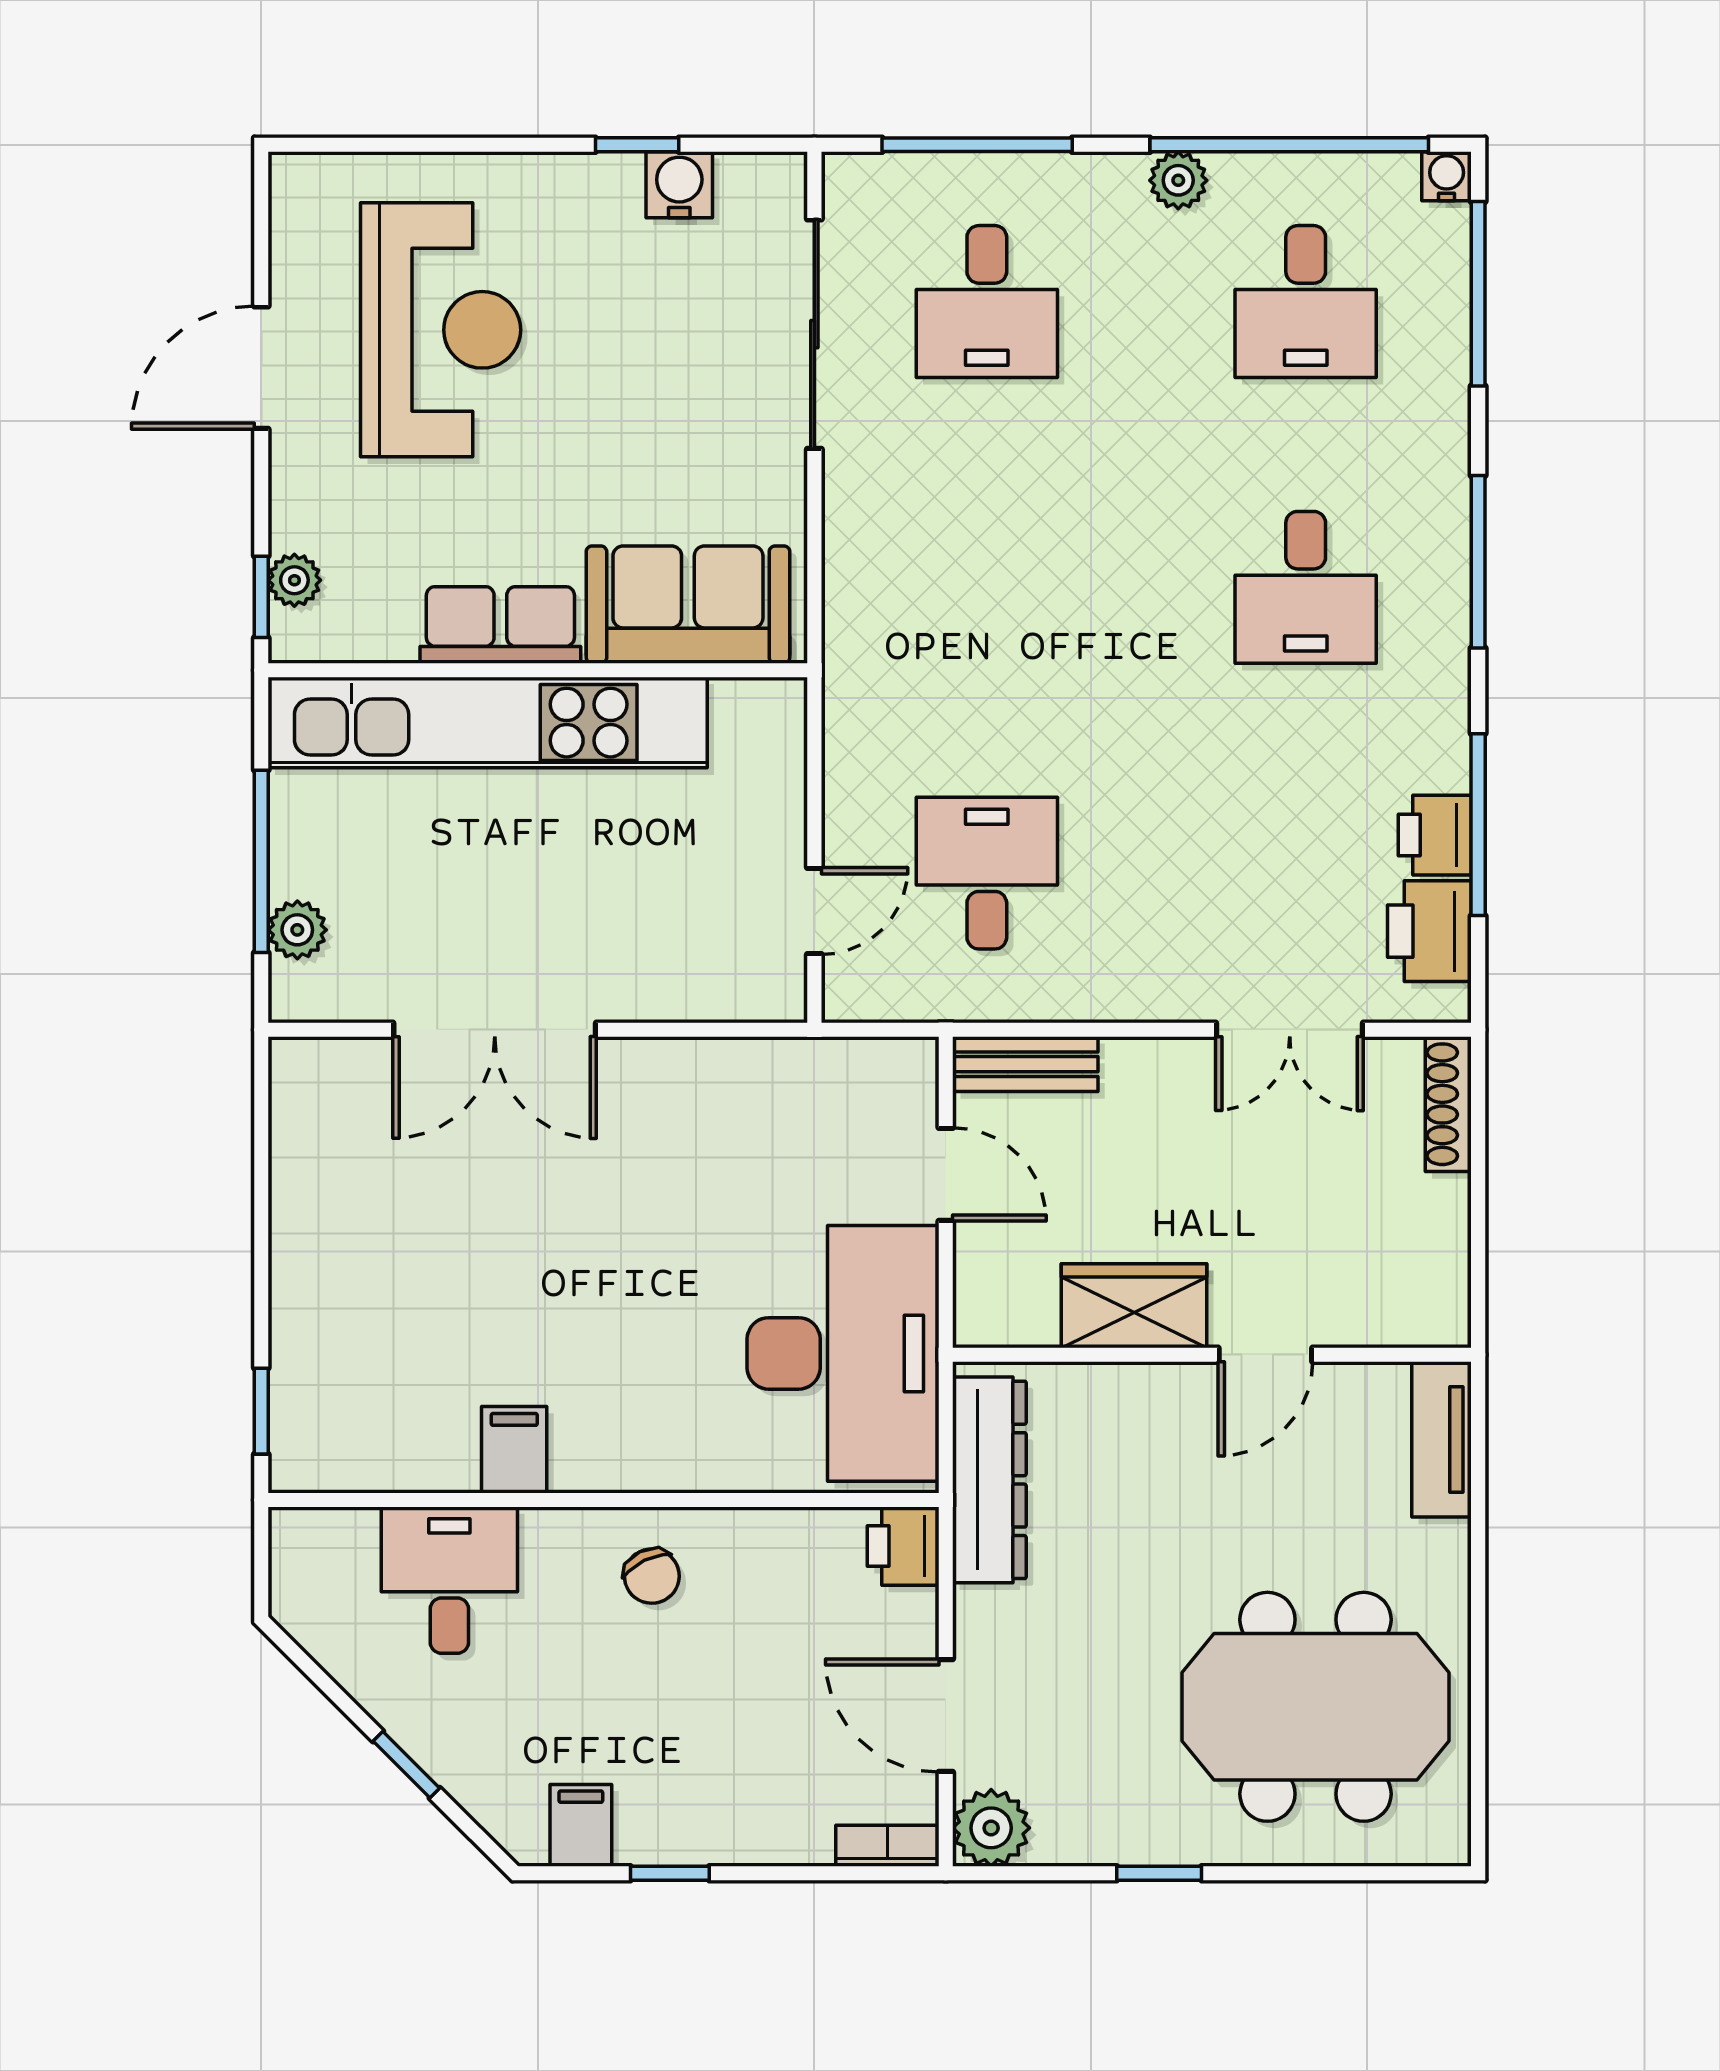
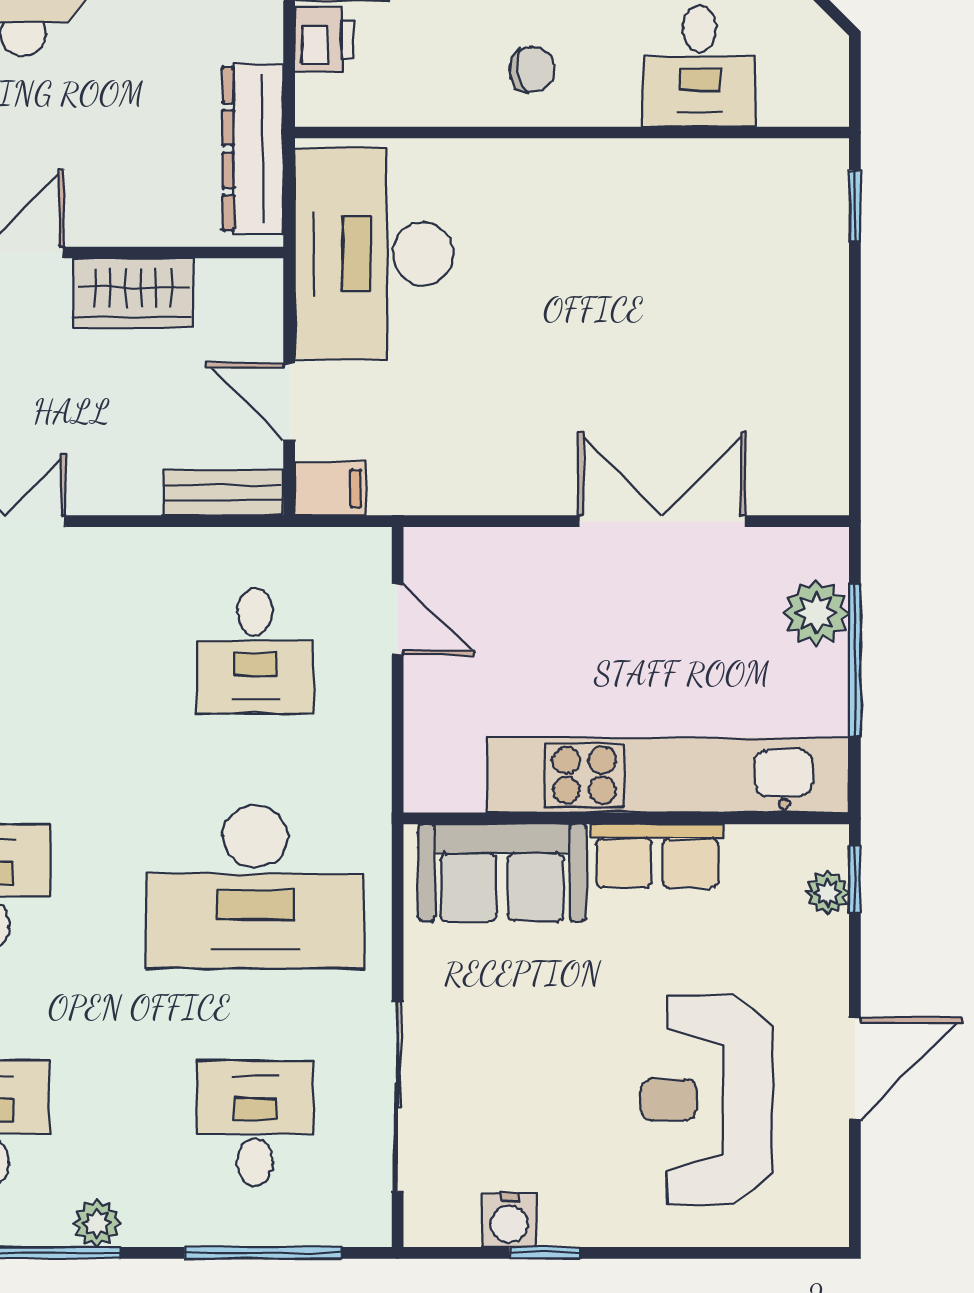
desk: (987, 587) -> (255, 887), added
door: (814, 911) -> (398, 619), swing flipped
plant: (297, 930) -> (816, 613), width x1.38, depth x1.38
filing cabinet: (514, 1450) -> (331, 489), moved, turned -90
printer: (903, 1546) -> (324, 39), moved
chair: (652, 1576) -> (532, 70), turned 108

